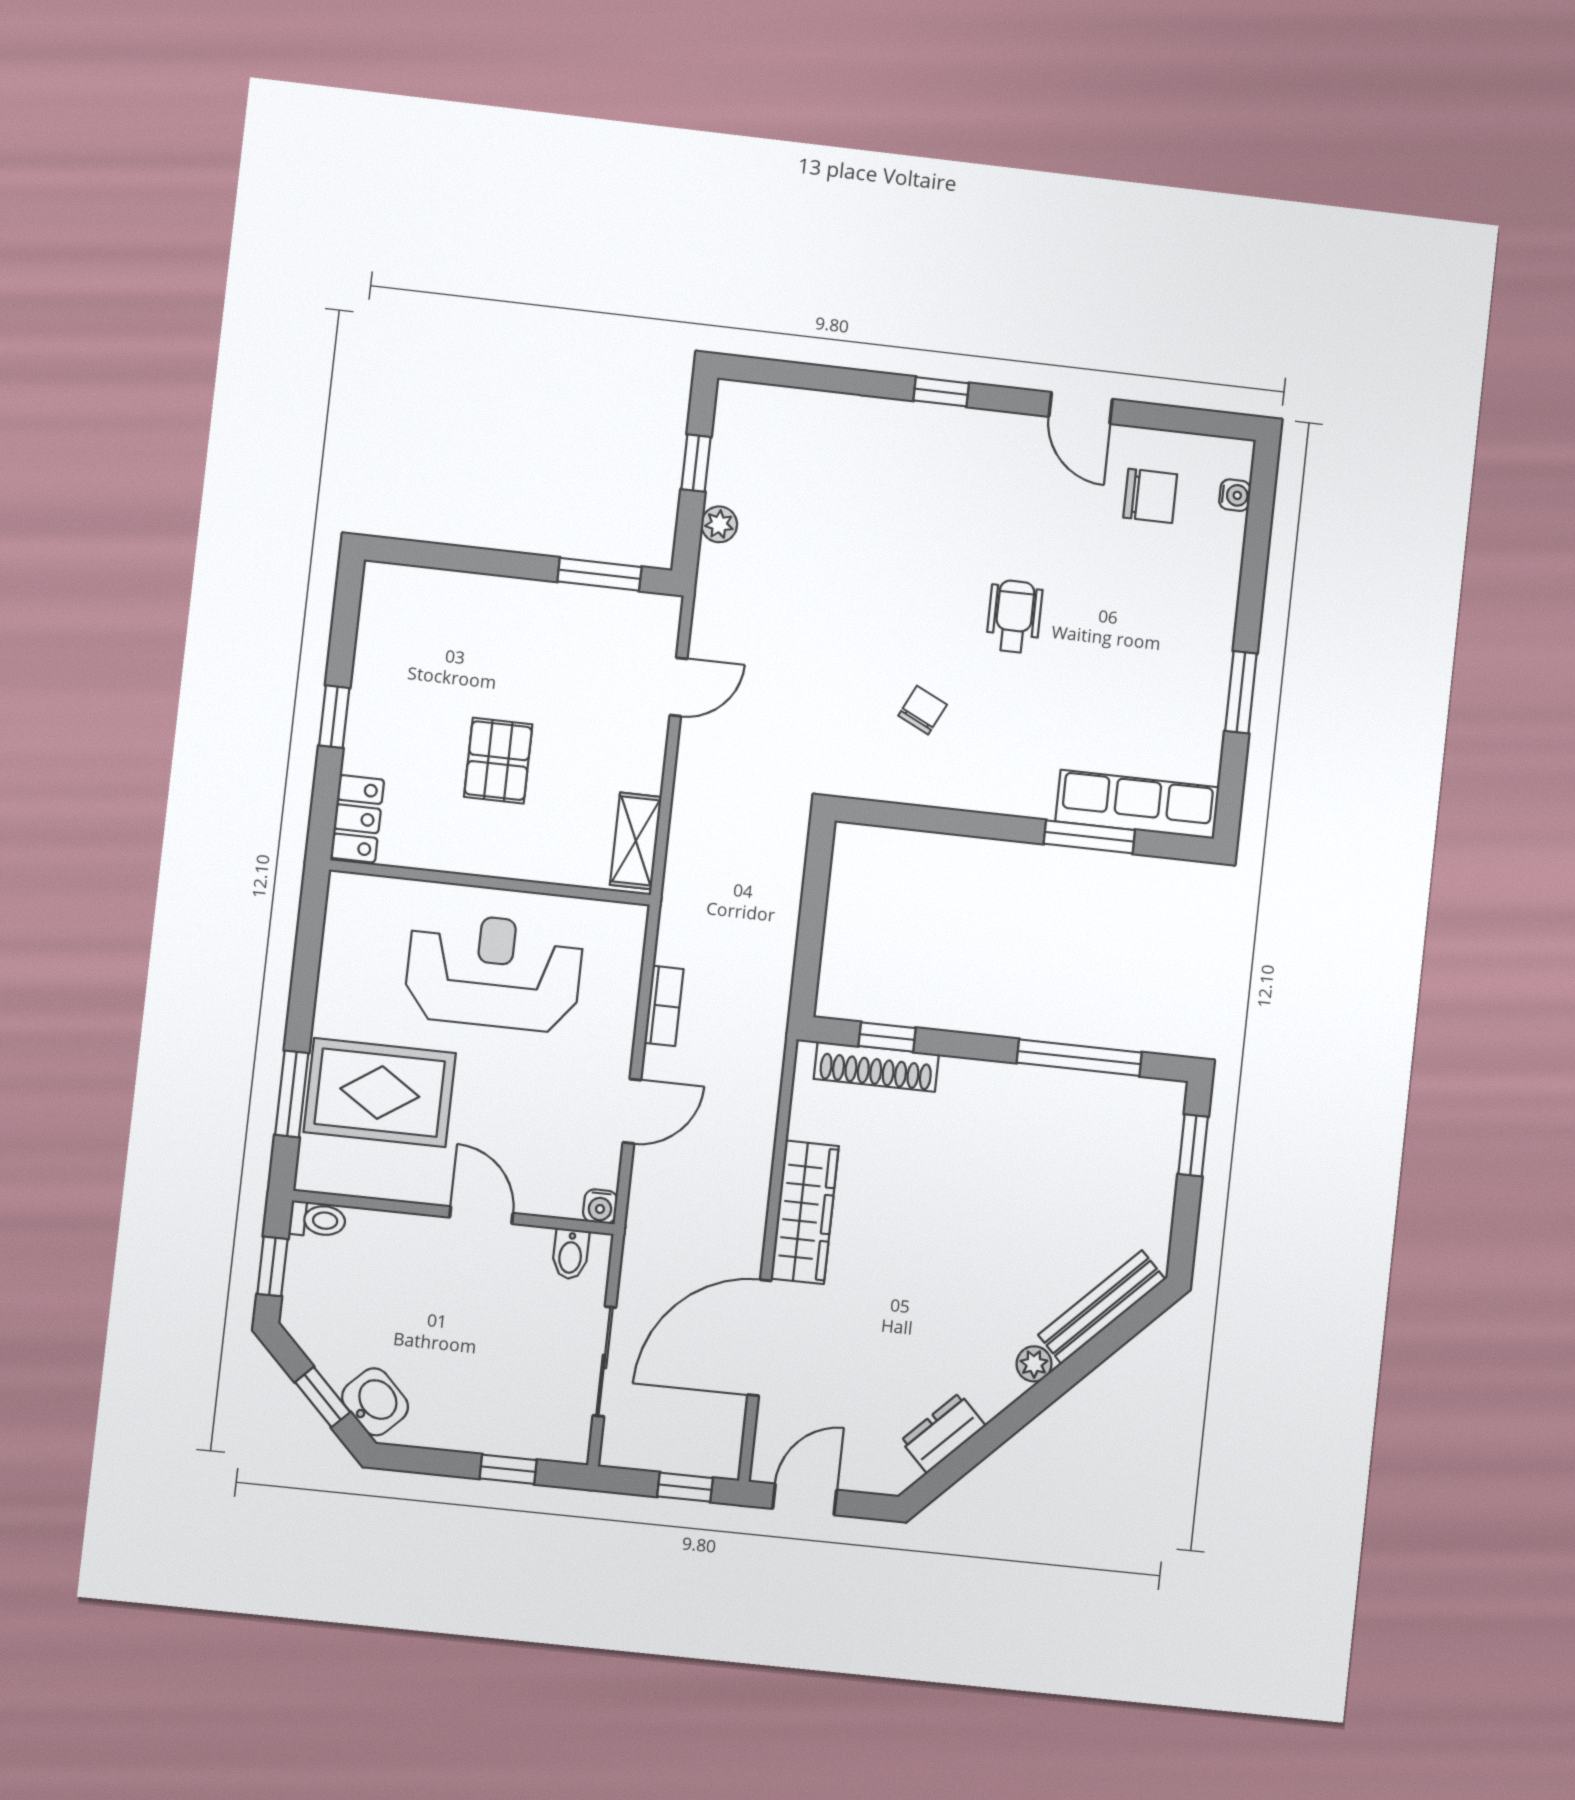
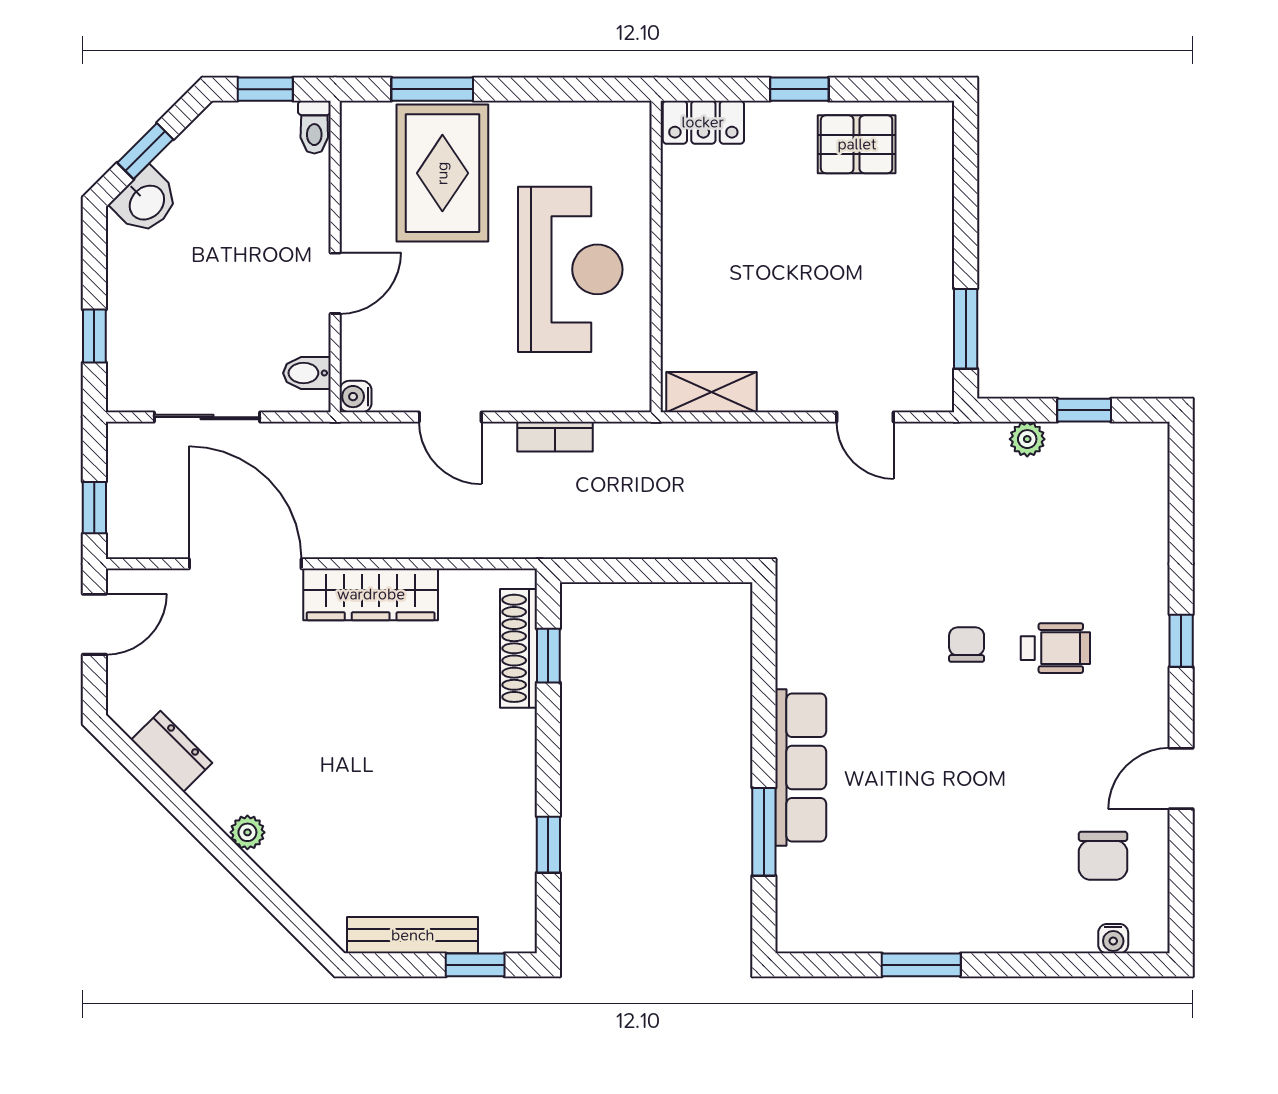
wheelchair: (1014, 616) -> (1055, 648), moved
chair: (923, 710) -> (967, 645), moved, turned -116
pallet: (498, 761) -> (857, 144), moved
row of seats: (1137, 804) -> (801, 767), moved
window: (1079, 1058) -> (548, 845), width x0.46
bench: (1102, 1307) -> (413, 935), moved, turned -45
door: (805, 1499) -> (94, 624), hinge flipped

